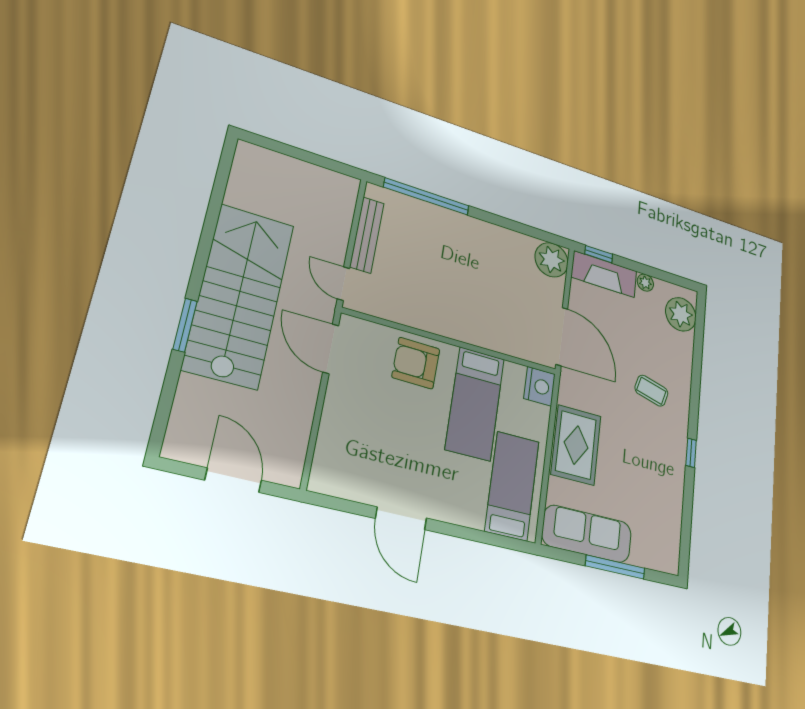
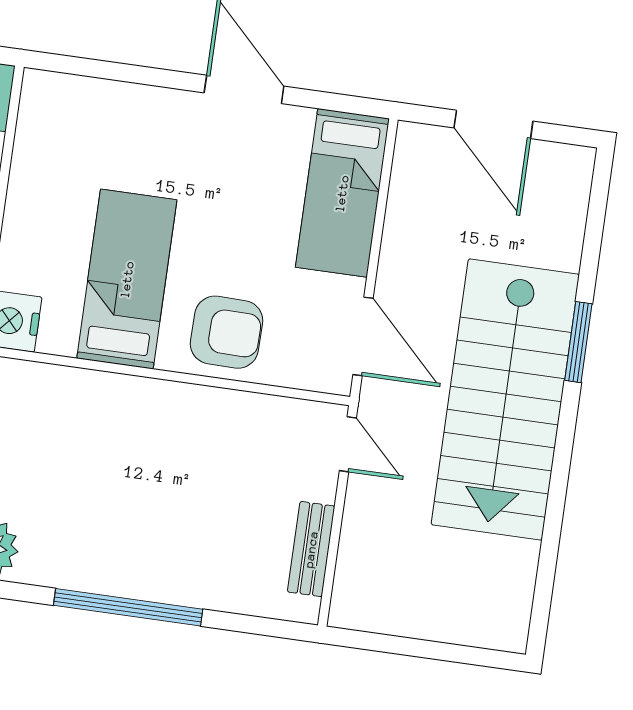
window: (427, 197) -> (128, 607), moved
bench: (367, 235) -> (311, 549), width x0.73
bed: (512, 486) -> (342, 193), moved

